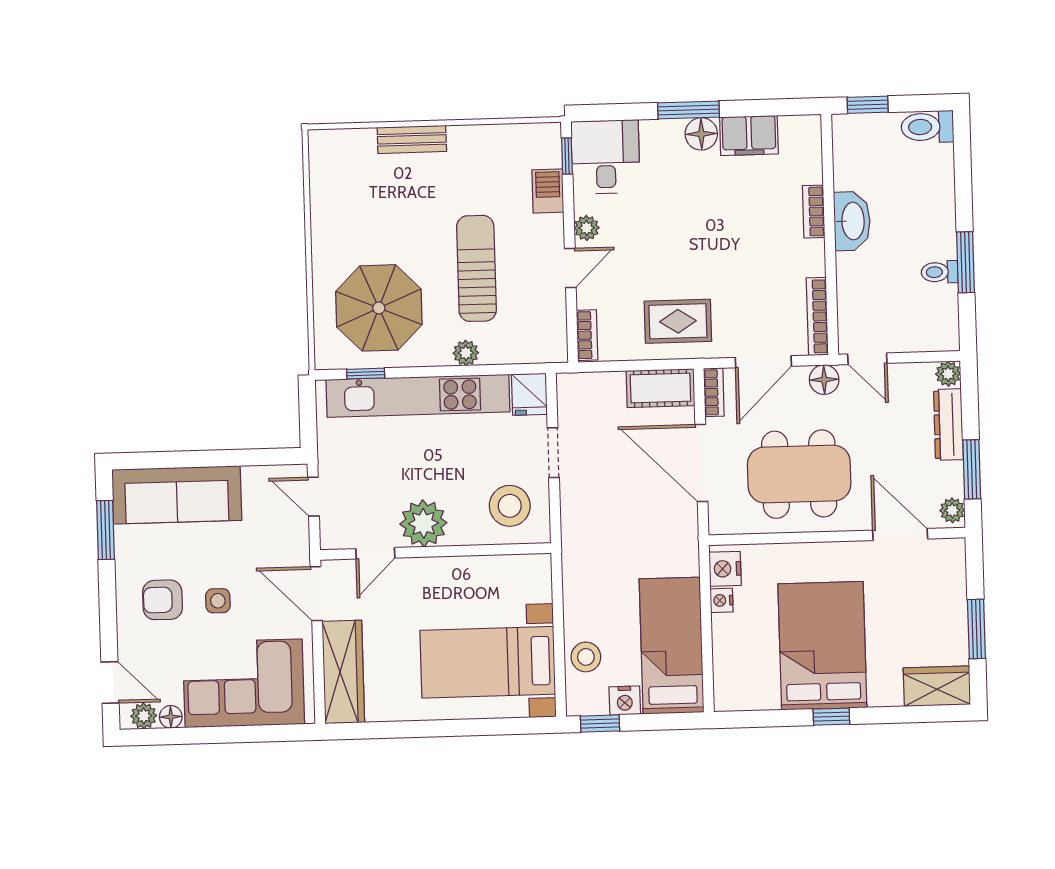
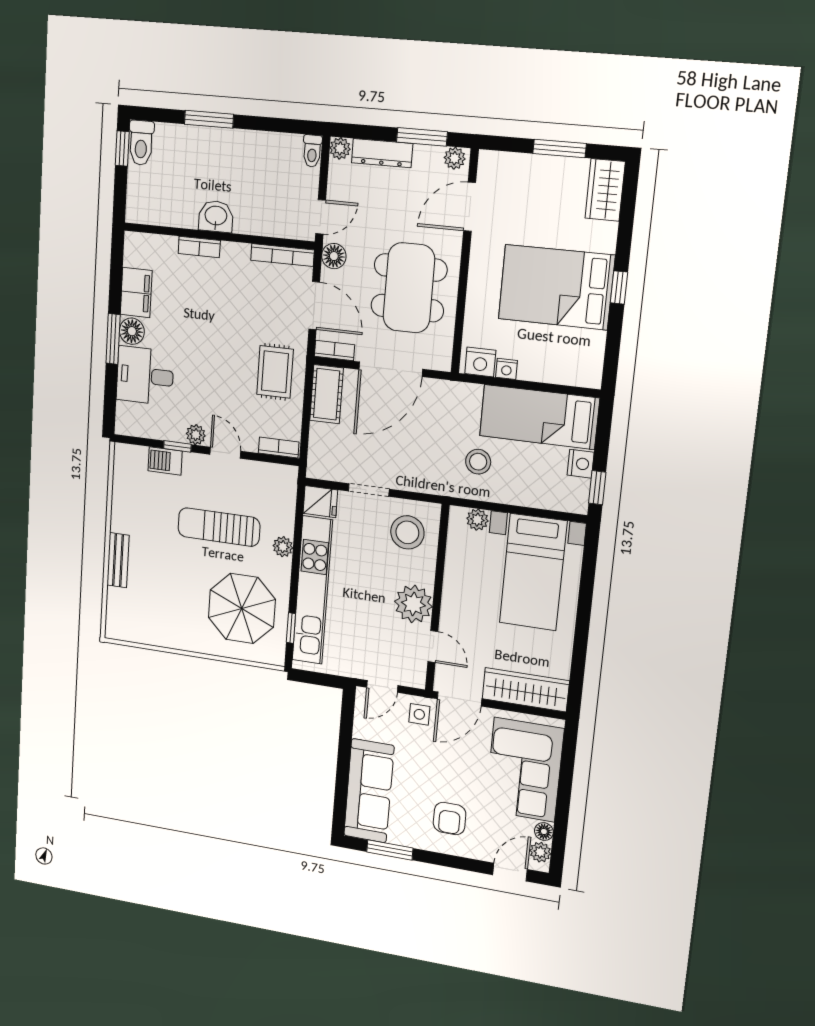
window: (868, 105) -> (122, 149), moved
window: (567, 156) -> (177, 446), moved
desk: (606, 157) -> (145, 376), moved
washbasin: (852, 221) -> (216, 216), width x0.72
window: (966, 262) -> (209, 119), moved
toilet: (940, 272) -> (312, 151), moved
plant: (539, 588) -> (477, 520), added
side table: (218, 601) -> (419, 714), moved
stool: (586, 657) -> (478, 462), moved

